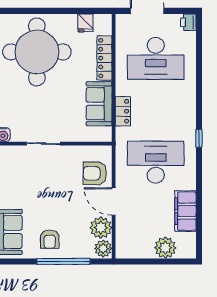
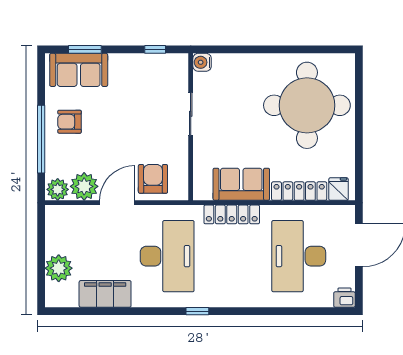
fridge: (85, 23) -> (339, 189), moved, turned 90
locker: (123, 111) -> (232, 214), width x1.53

